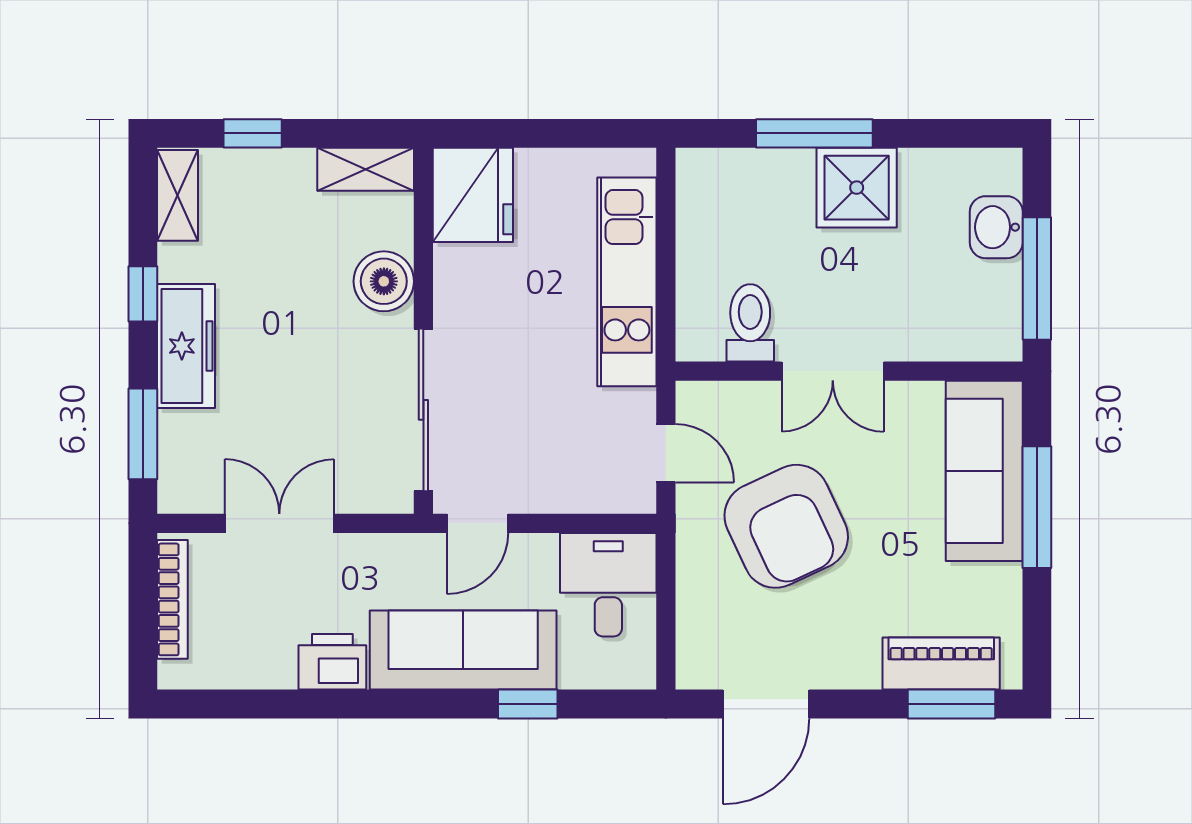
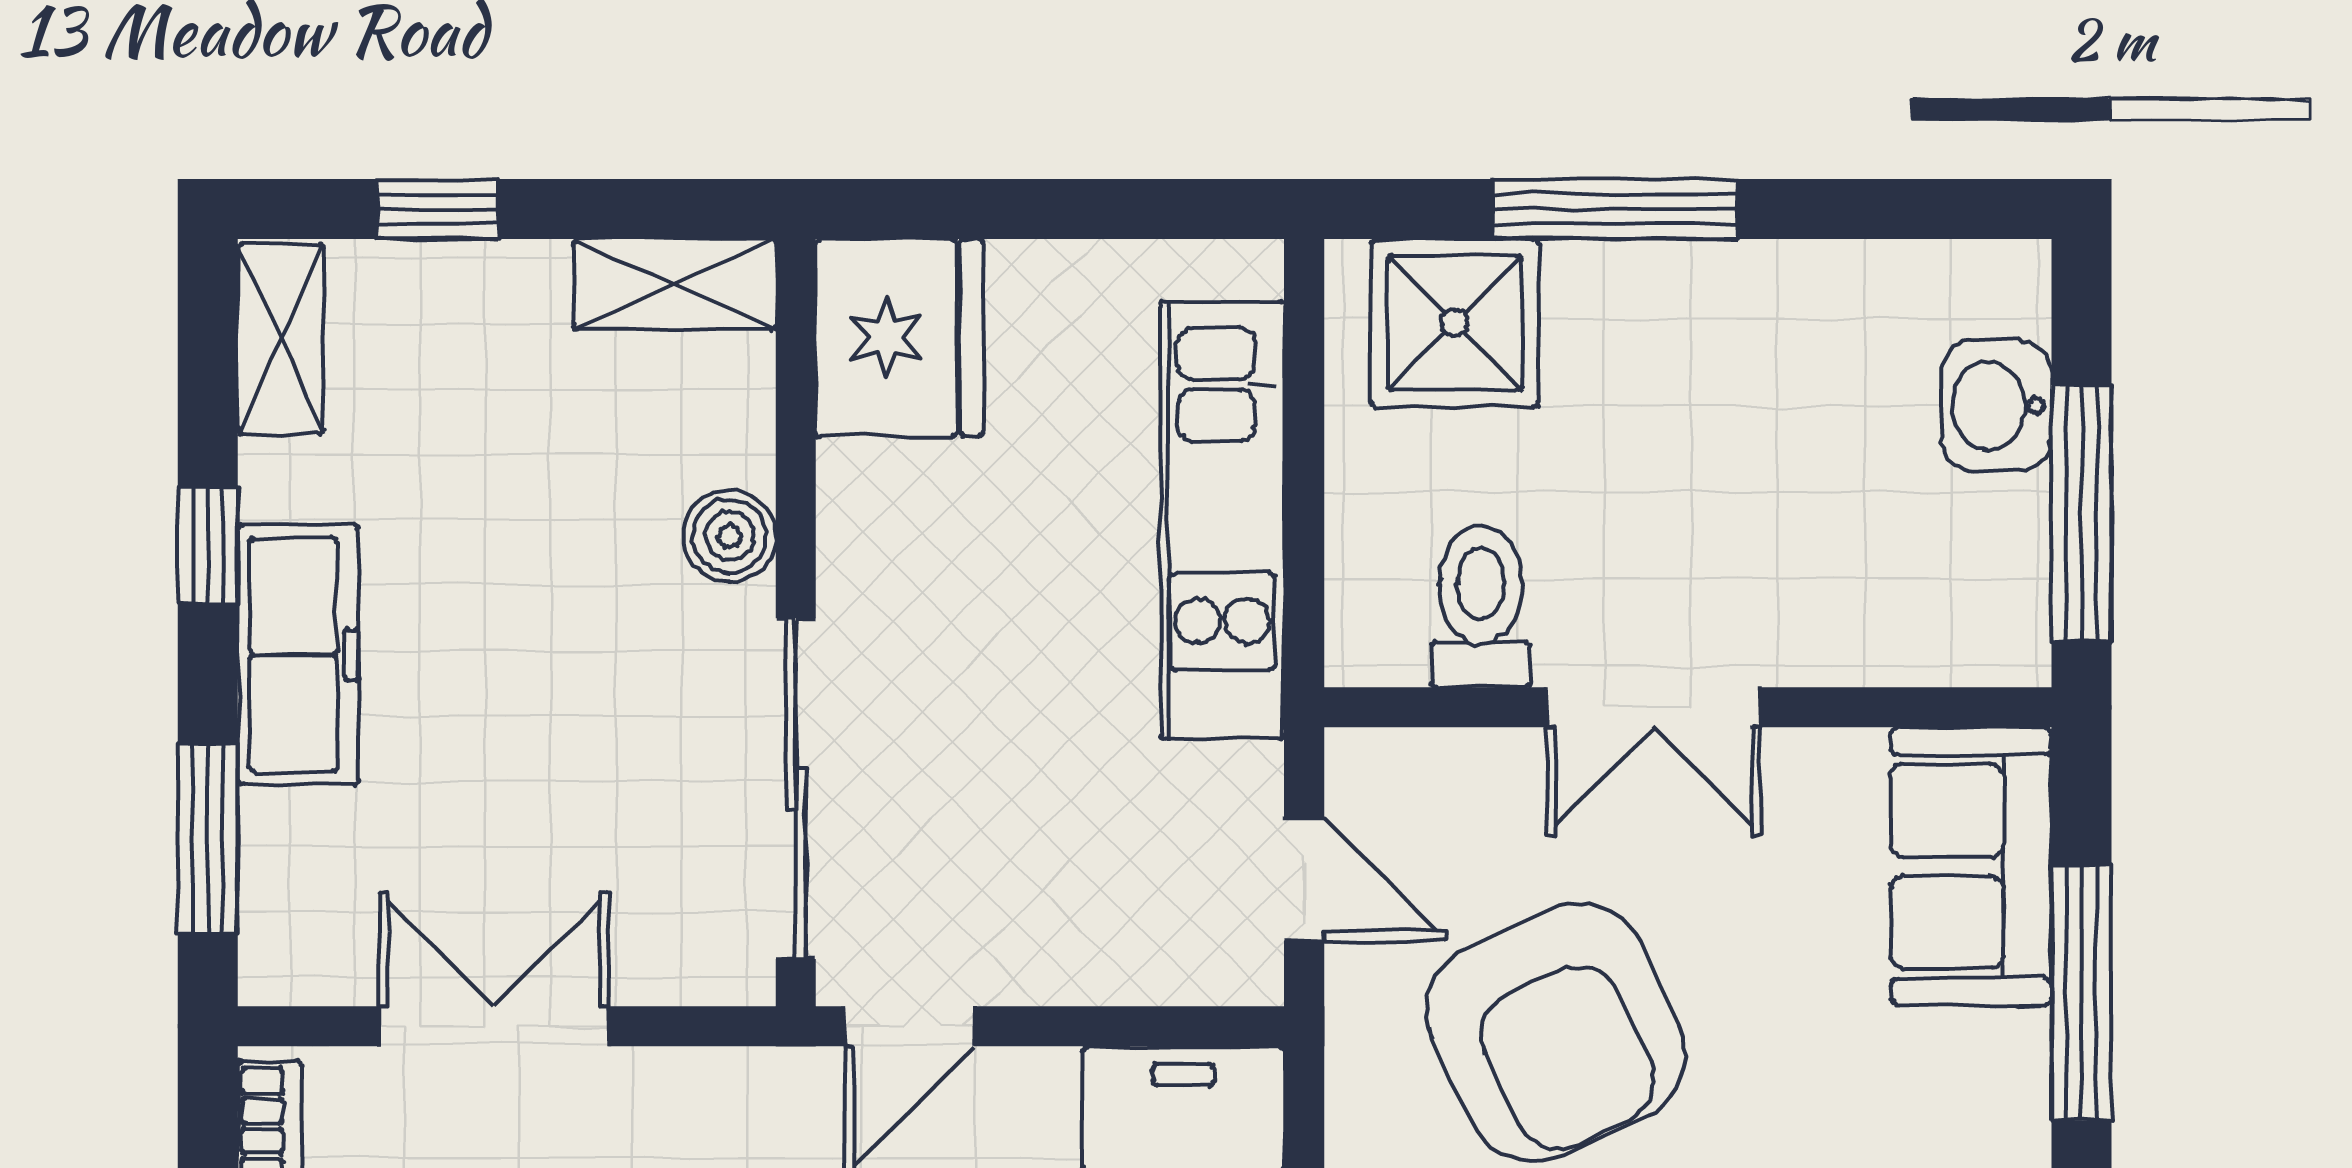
shower: (857, 188) -> (1455, 323), moved
boiler: (384, 281) -> (730, 536), width x0.73, depth x0.73
sofa: (984, 471) -> (1971, 866), width x0.73

